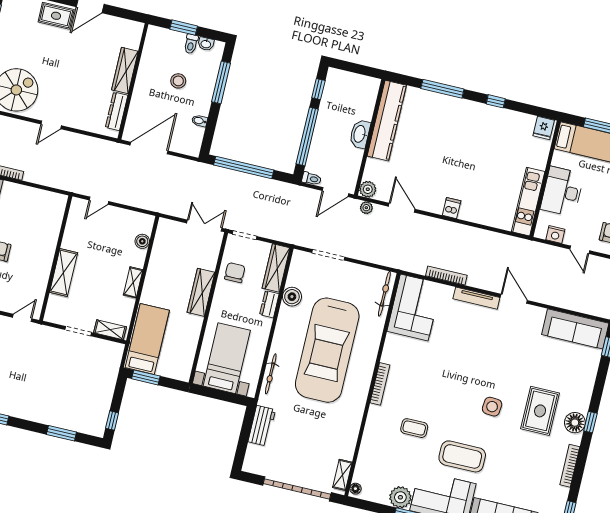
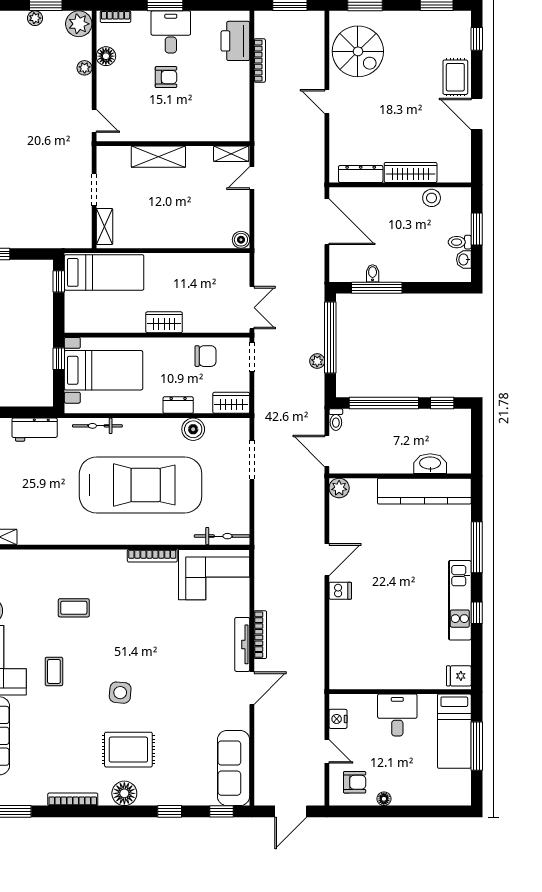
stool: (178, 81) -> (432, 198), moved
window: (221, 82) -> (377, 288), moved
washbasin: (360, 134) -> (430, 464), moved
desk: (562, 191) -> (397, 715), width x0.73
door: (99, 201) -> (252, 178), hinge flipped
kitchen unit: (528, 202) -> (460, 600), moved, turned -90
plant: (366, 208) -> (317, 361), moved
door: (402, 208) -> (327, 560), moved
boiler: (142, 241) -> (241, 240), moved
door: (580, 250) -> (327, 751), swing flipped
wardrobe: (276, 268) -> (231, 403), width x0.67
bookcase: (446, 276) -> (260, 635), moved
shelving: (133, 282) -> (231, 154), moved
wardrobe: (201, 292) -> (164, 322), width x0.67
car: (327, 350) -> (141, 485), turned 180
window: (146, 377) -> (59, 281), width x0.67
bookcase: (380, 384) -> (152, 556), moved
window: (209, 392) -> (59, 359), added
window: (590, 422) -> (170, 811), moved
coffee table: (414, 428) -> (74, 608), turned 90
coffee table: (462, 456) -> (54, 671), width x0.54, depth x0.58

